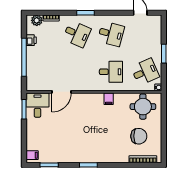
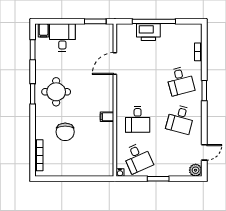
plant: (37, 20) -> (196, 170), moved
desk: (77, 34) -> (180, 81), turned -39
printer: (31, 40) -> (148, 32), moved, width x1.87, depth x1.48
door: (61, 92) -> (115, 64), hinge flipped
desk: (37, 105) -> (62, 38), moved, turned -90
round table: (143, 107) -> (56, 92), moved
chair: (139, 136) -> (65, 132), moved

